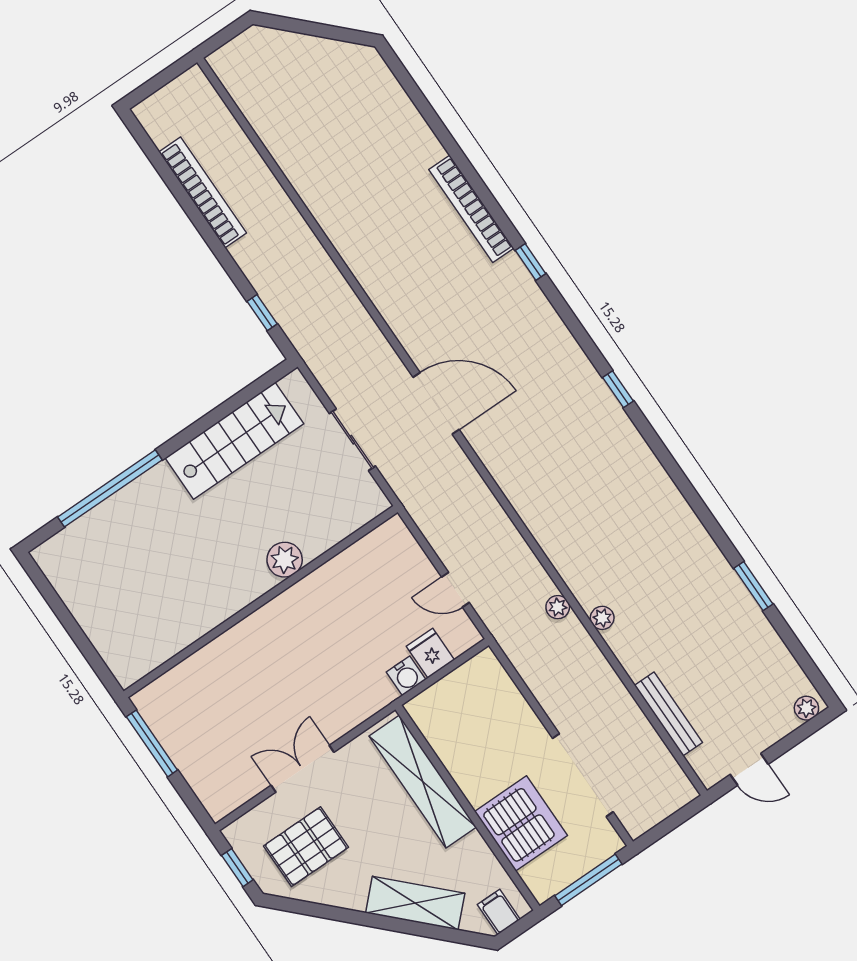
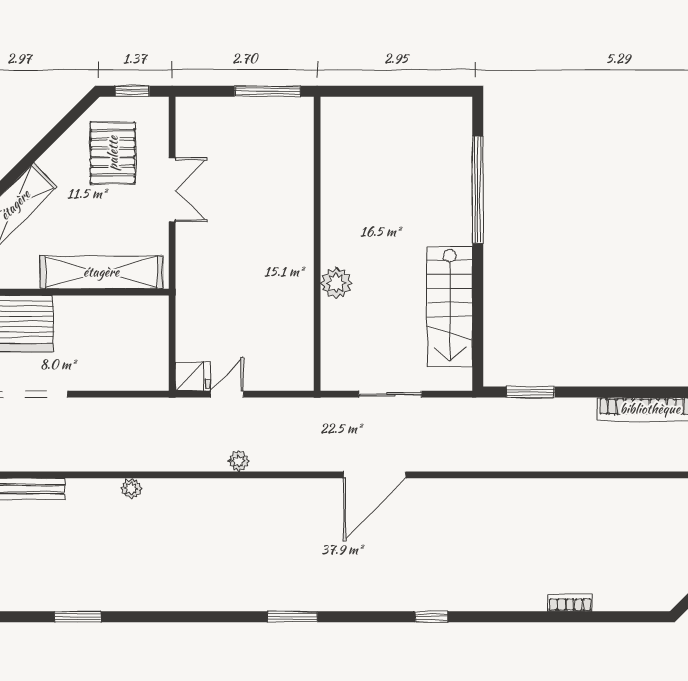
bookcase: (471, 209) -> (570, 602), moved, width x0.43, depth x0.76
window: (262, 313) -> (530, 392), width x1.50
window: (618, 389) -> (293, 617), width x1.50
plant: (558, 607) -> (239, 461), moved
fridge: (430, 653) -> (193, 376), moved
water cooler: (406, 676) -> (188, 314), removed

